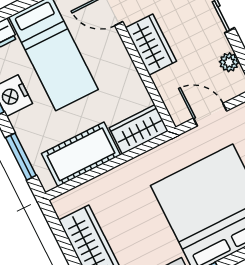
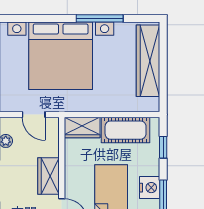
window: (21, 157) -> (163, 147), width x0.67

